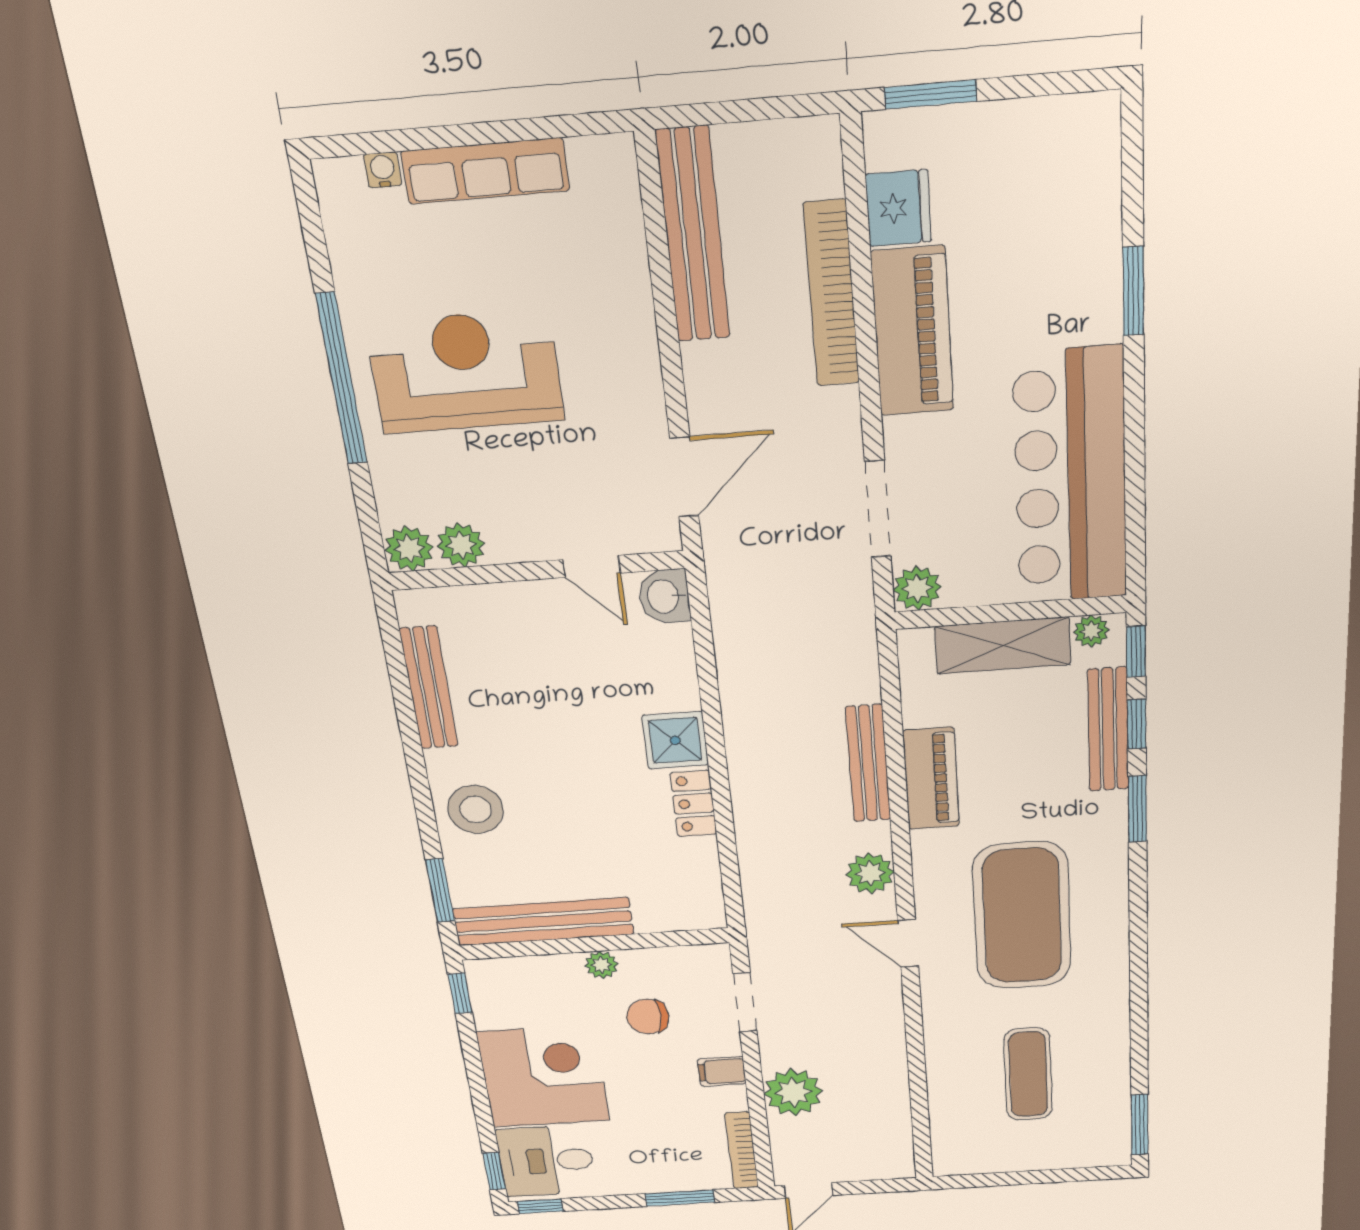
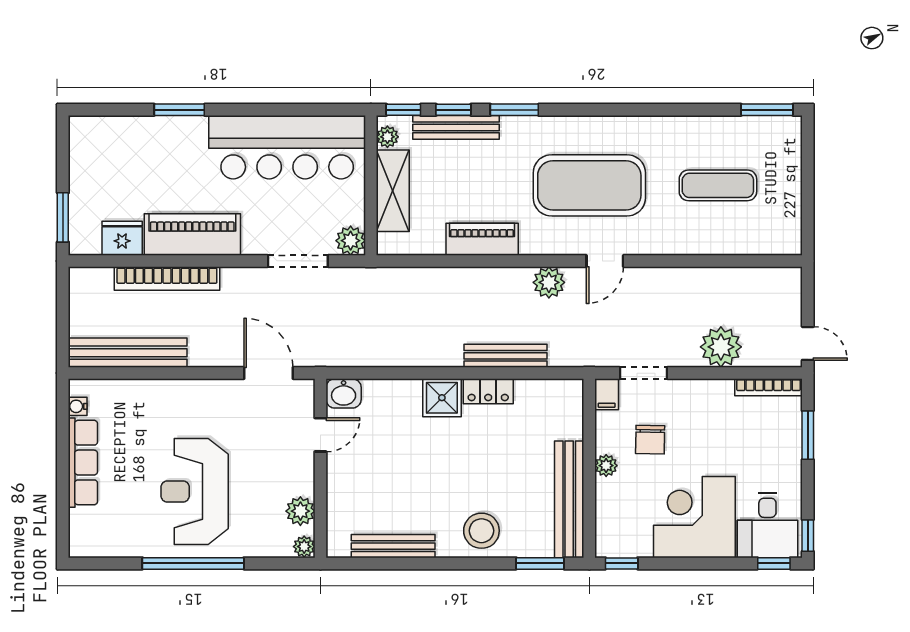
water cooler: (383, 170) -> (78, 406), moved
plant: (409, 549) -> (304, 547), width x0.73, depth x0.73
bench: (868, 763) -> (506, 356), moved
filing cabinet: (722, 1071) -> (607, 394), moved

